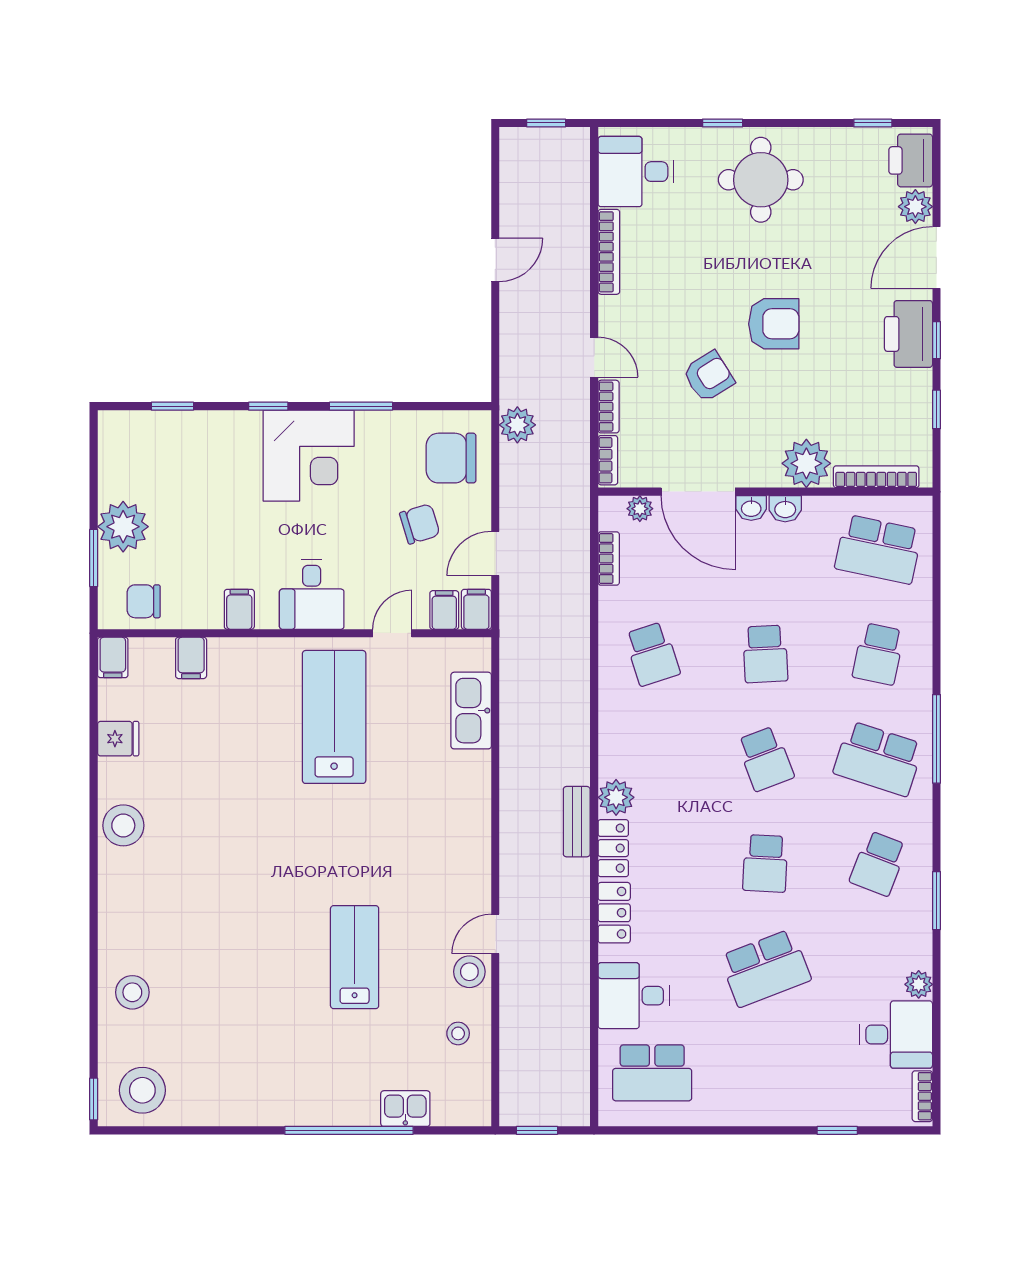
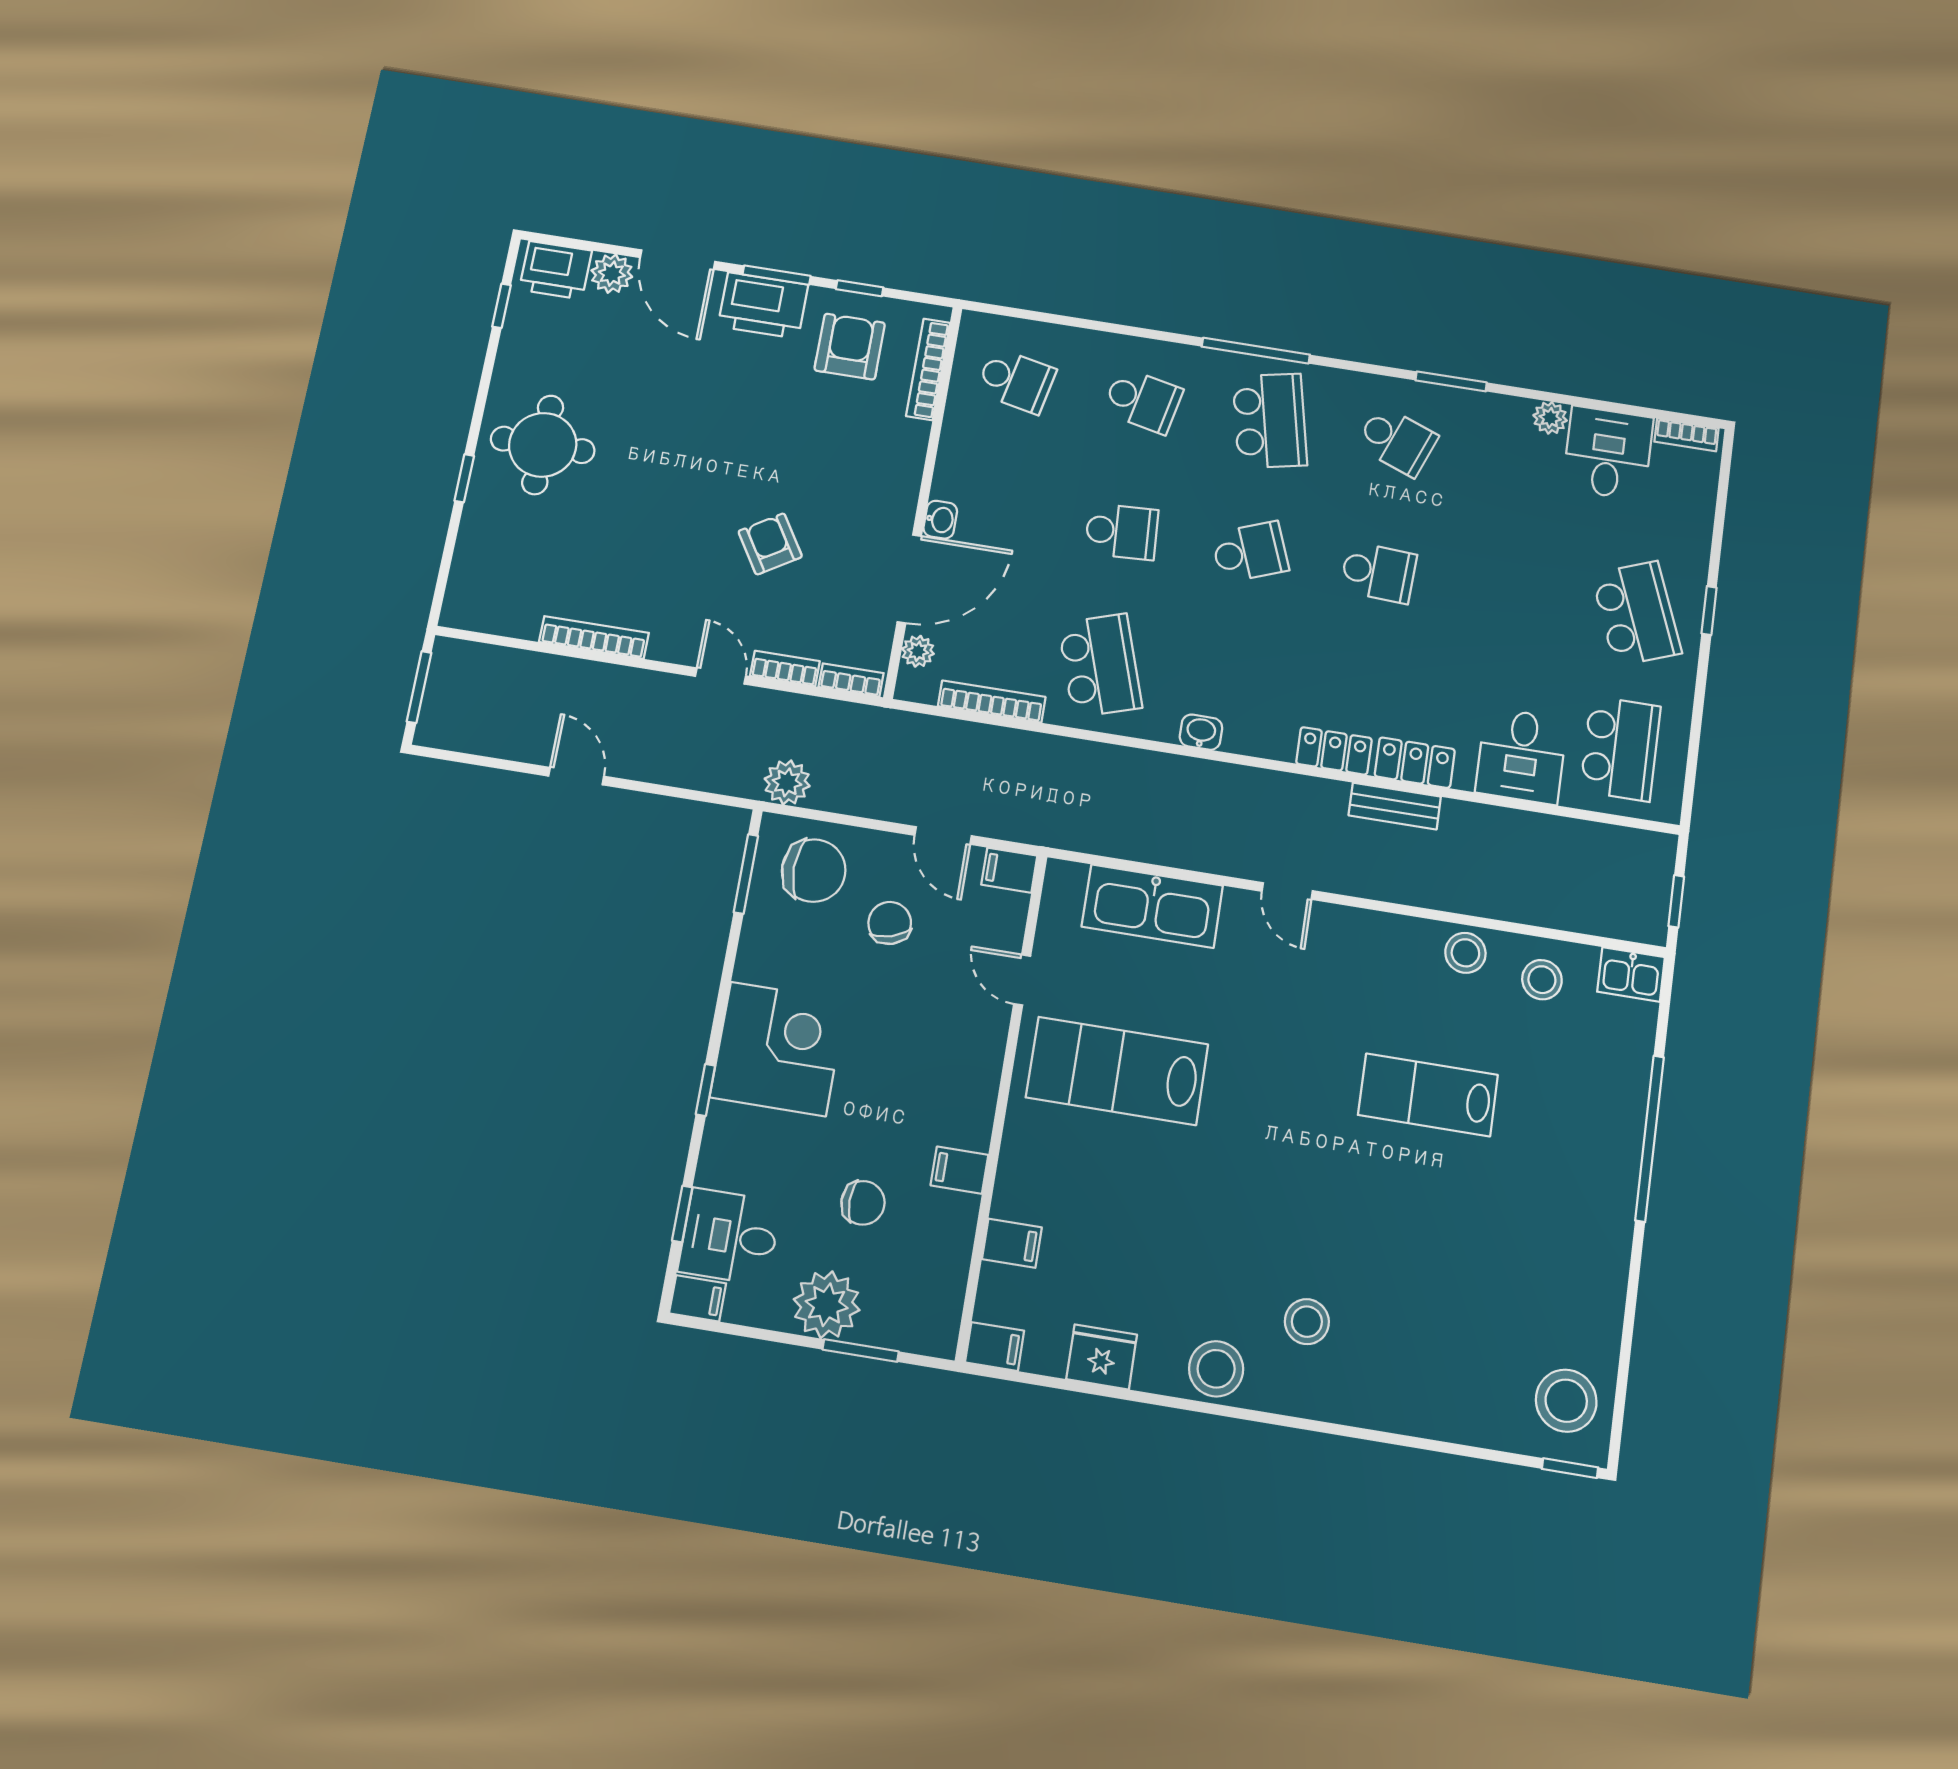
window: (546, 123) -> (419, 687), width x1.50
desk: (636, 172) -> (502, 589), removed
armchair: (774, 324) -> (850, 347), moved
window: (936, 340) -> (777, 275), width x1.50
door: (594, 357) -> (720, 676), hinge flipped
window: (361, 406) -> (746, 874), moved
chair: (451, 458) -> (814, 871), turned -90
plant: (806, 463) -> (897, 447), removed
washbasin: (785, 509) -> (1201, 732), moved, turned -90
school desk: (878, 549) -> (1016, 381), width x0.54
bookcase: (609, 559) -> (992, 702), width x1.56
desk: (312, 595) -> (730, 1237), moved, turned 180
chair: (144, 601) -> (863, 1203), moved, turned -90
filing cabinet: (444, 610) -> (698, 1298), moved, turned 180
school desk: (652, 654) -> (1100, 665), width x1.85
kitchen sink: (471, 711) -> (1152, 906), width x1.36, depth x1.24
fridge: (118, 739) -> (1102, 1357), width x1.38
school desk: (878, 759) -> (1270, 421), turned -30
plant: (616, 797) -> (1271, 737), removed
bench: (577, 822) -> (1395, 806), moved
door: (495, 934) -> (1287, 891), moved
school desk: (765, 968) -> (1636, 613), moved
stool: (132, 992) -> (1307, 1322), moved
stool: (458, 1033) -> (1542, 980), width x1.37, depth x1.37
kitchen sink: (405, 1109) -> (1631, 974), moved, turned -90
window: (837, 1130) -> (1709, 611), moved

